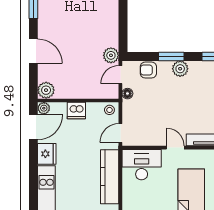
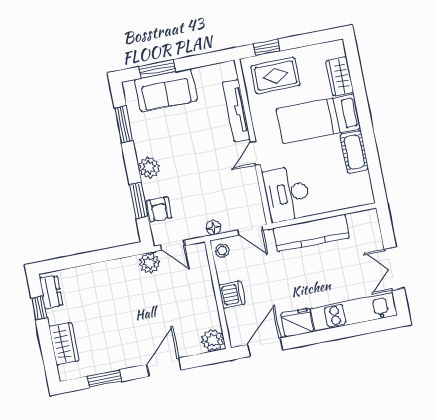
window: (171, 56) -> (139, 201), moved
floor lamp: (127, 94) -> (213, 228), moved
plant: (44, 108) -> (237, 339), removed
door: (33, 127) -> (265, 347), hinge flipped

